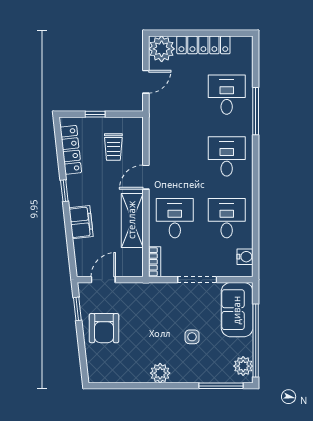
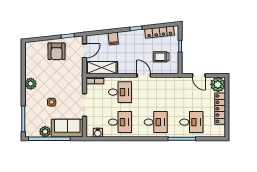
shelving: (132, 220) -> (102, 68), moved
filing cabinet: (81, 222) -> (113, 39), width x0.50
door: (103, 280) -> (85, 51), hinge flipped
armchair: (104, 328) -> (57, 51), turned -90
plant: (243, 366) -> (45, 132), moved

